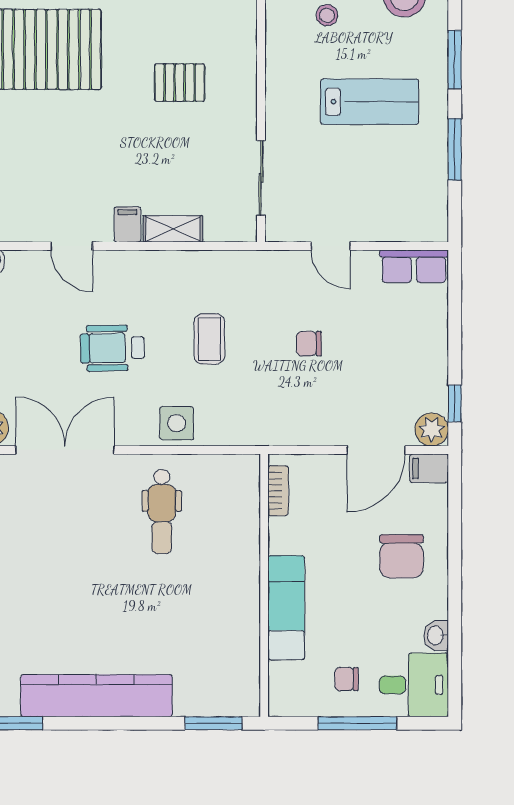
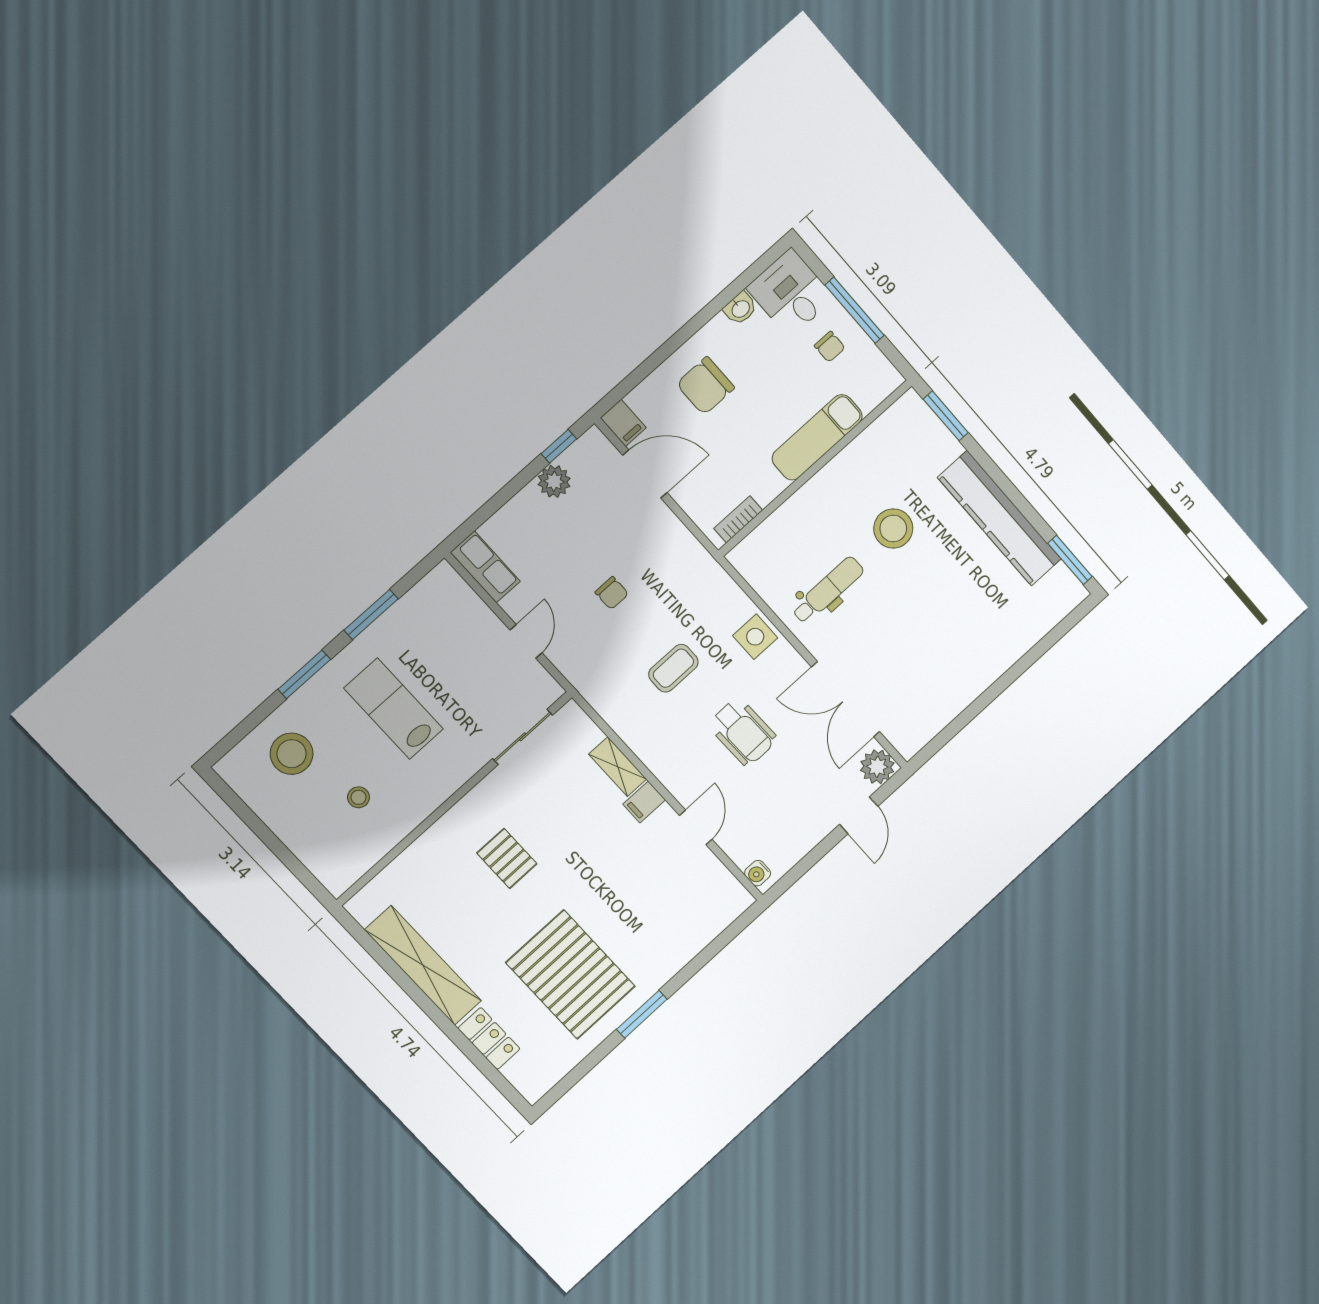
plant: (432, 429) -> (554, 481), moved
chair: (401, 556) -> (705, 386), turned 180
stool: (163, 605) -> (893, 529), added

